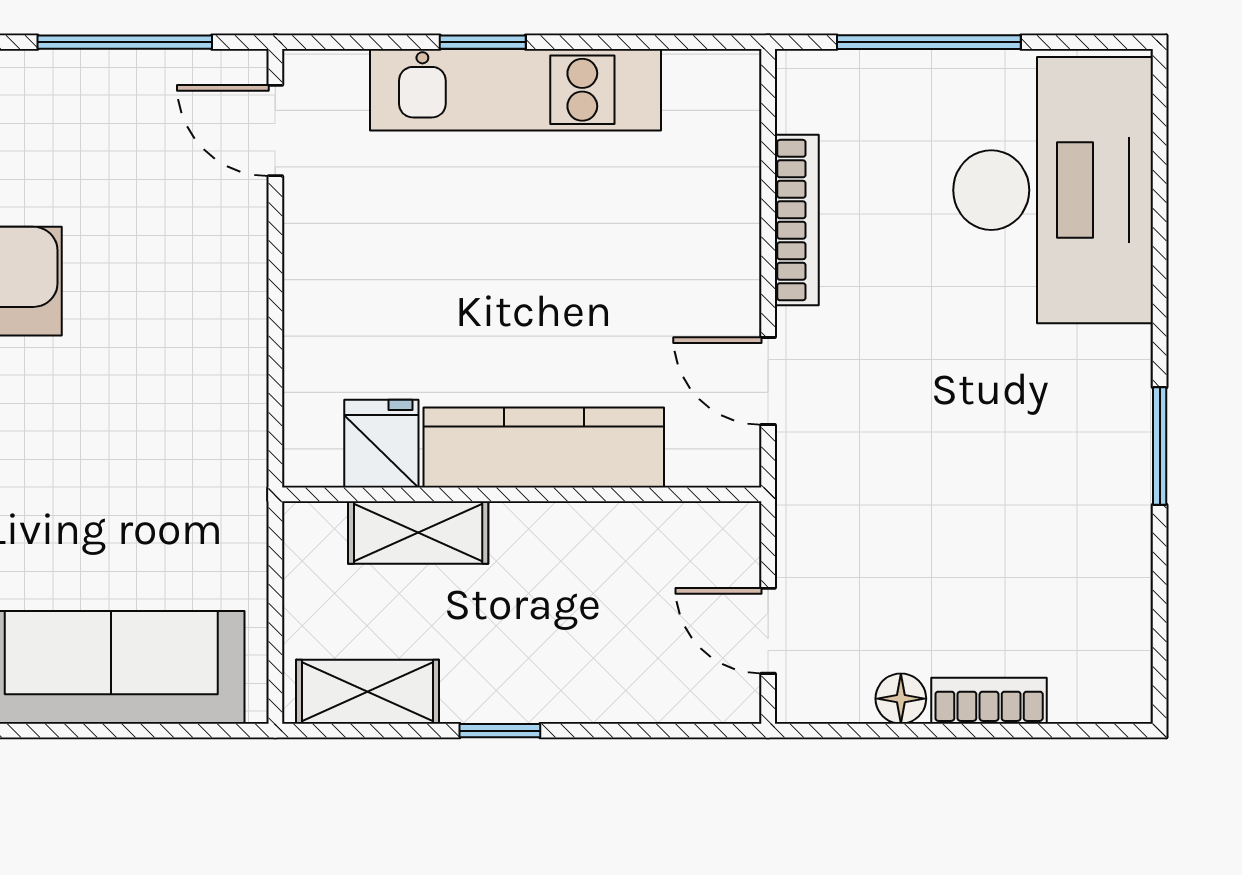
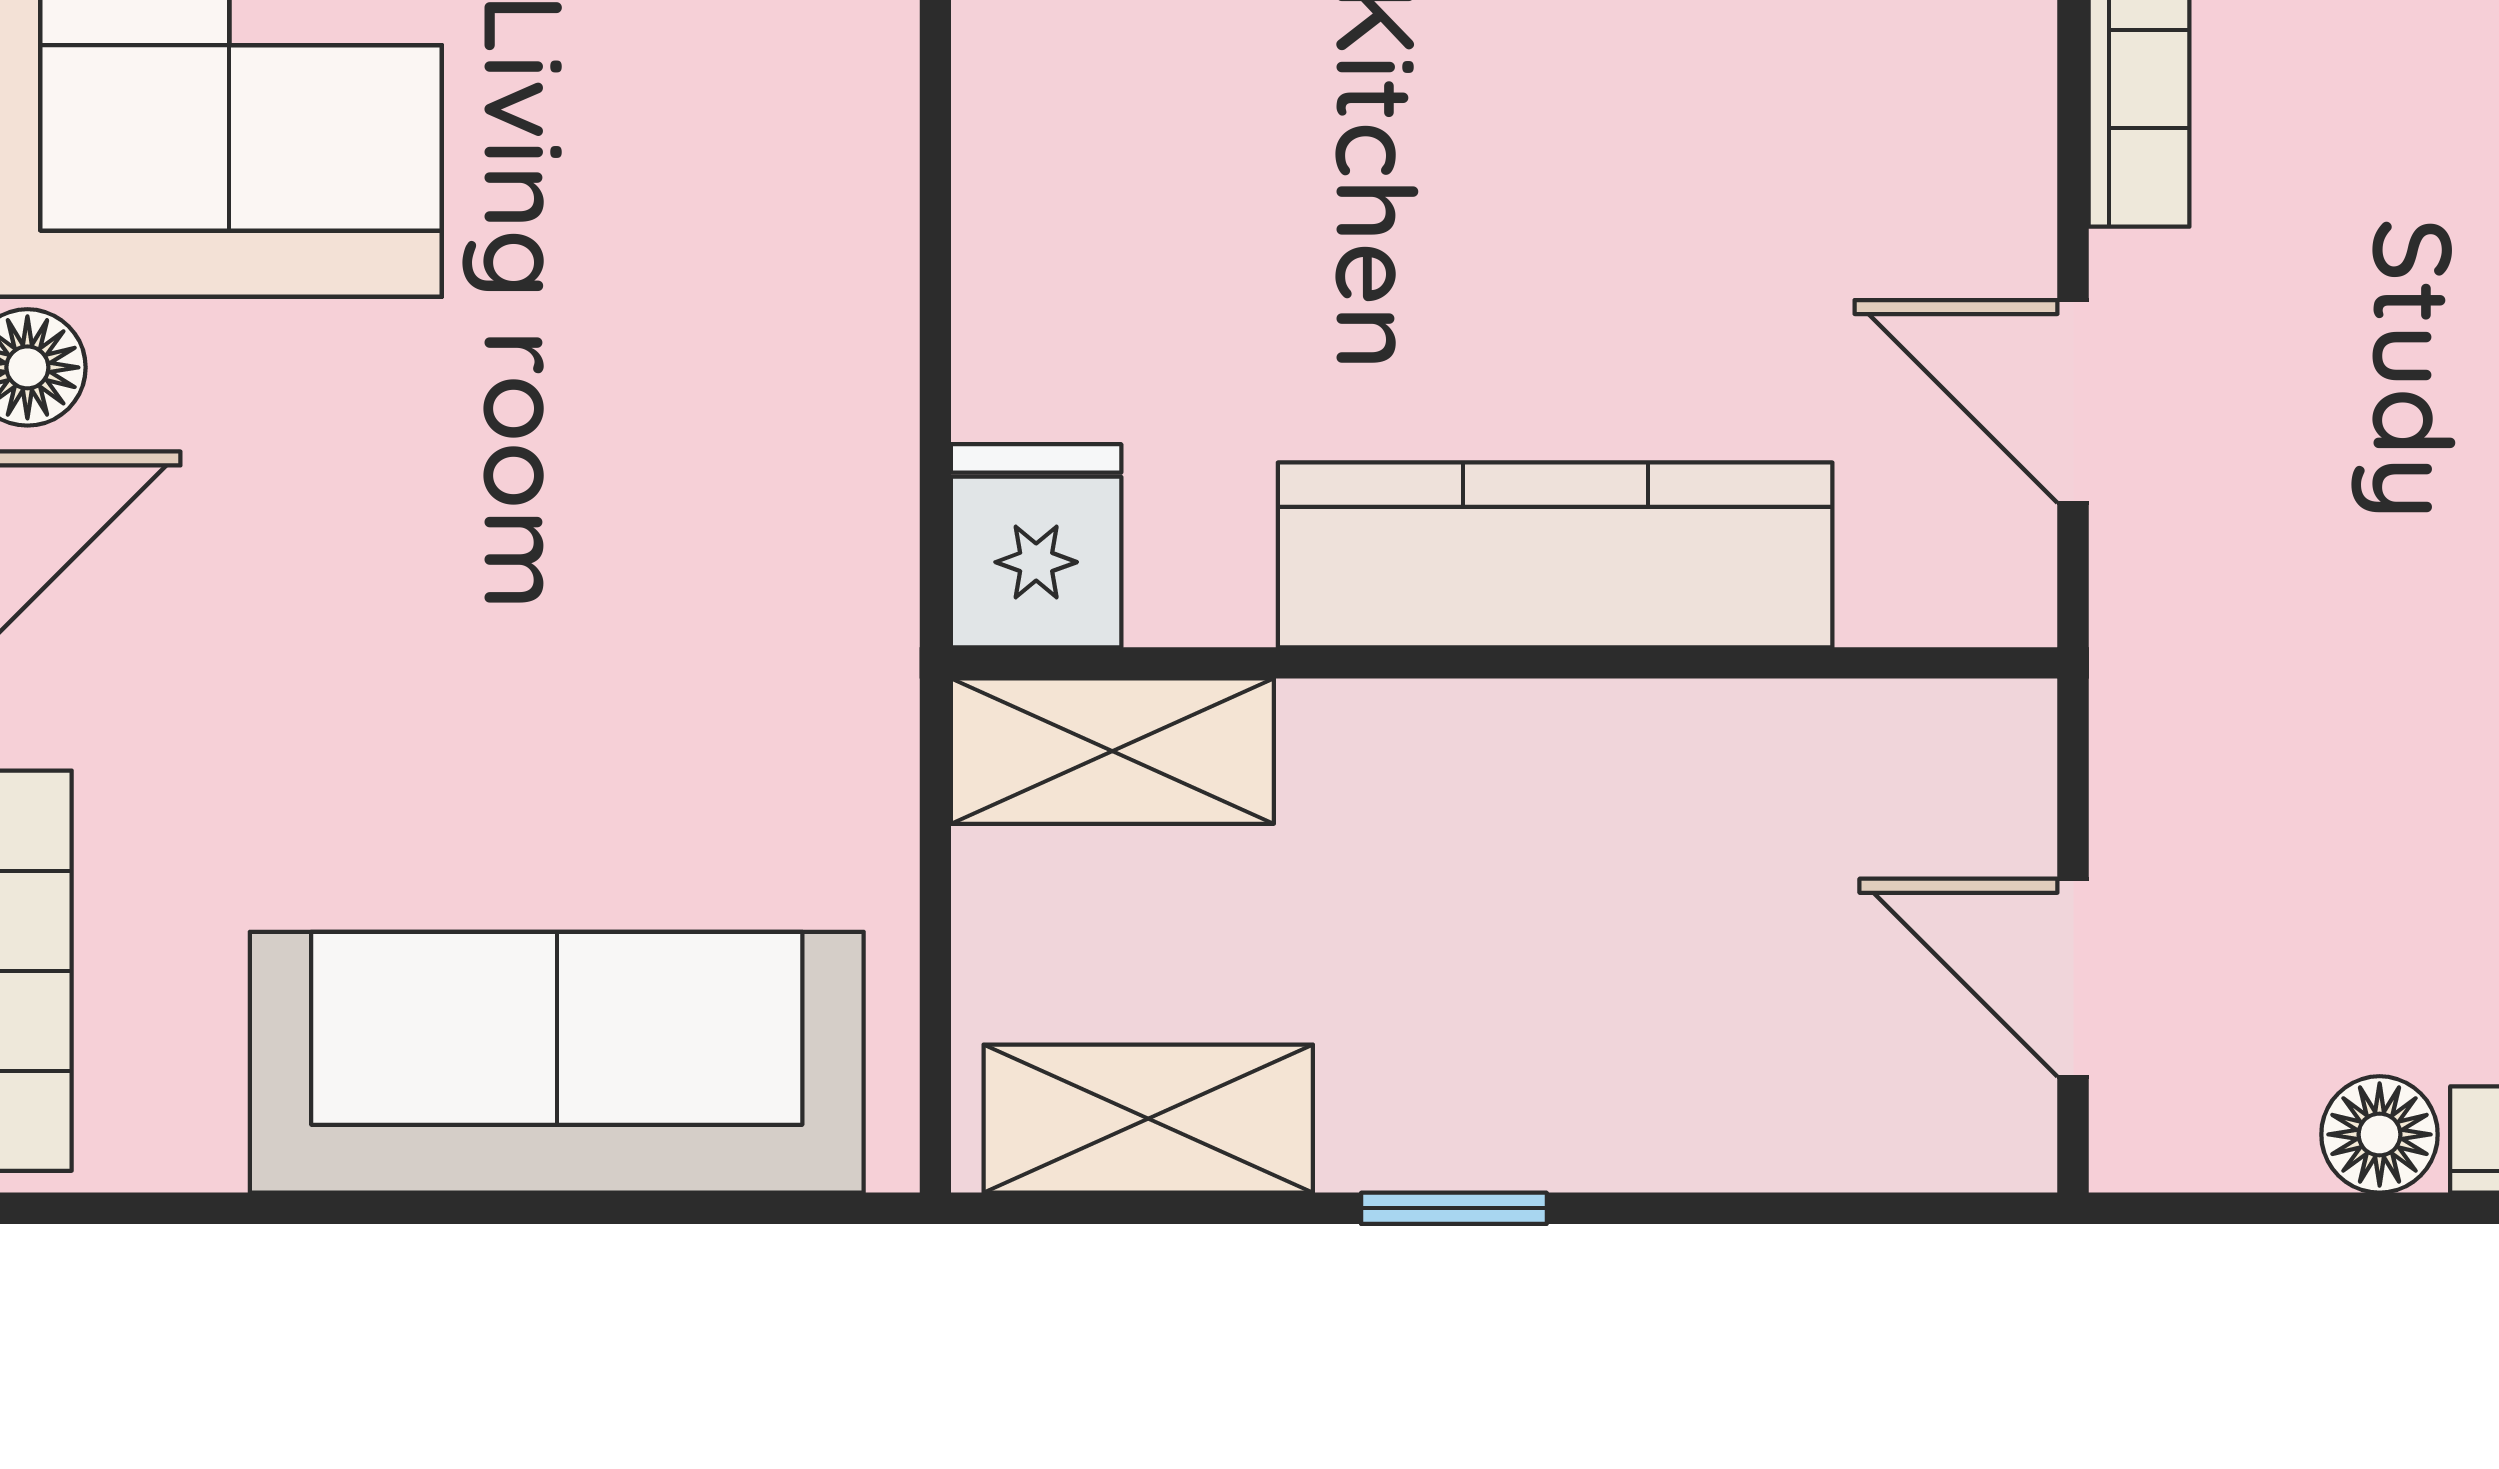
fridge: (381, 444) -> (1036, 546), moved
shelving: (418, 533) -> (1112, 751), moved

